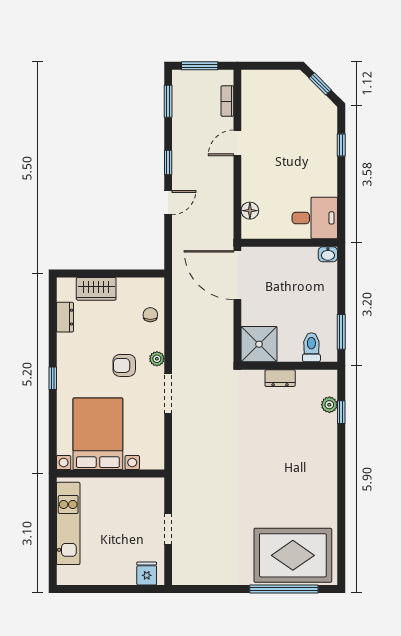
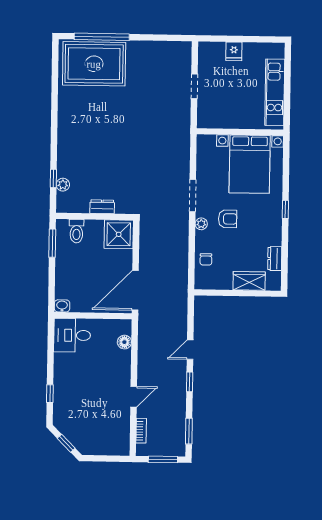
door: (237, 275) -> (135, 290), swing flipped
fridge: (147, 573) -> (234, 51), moved

